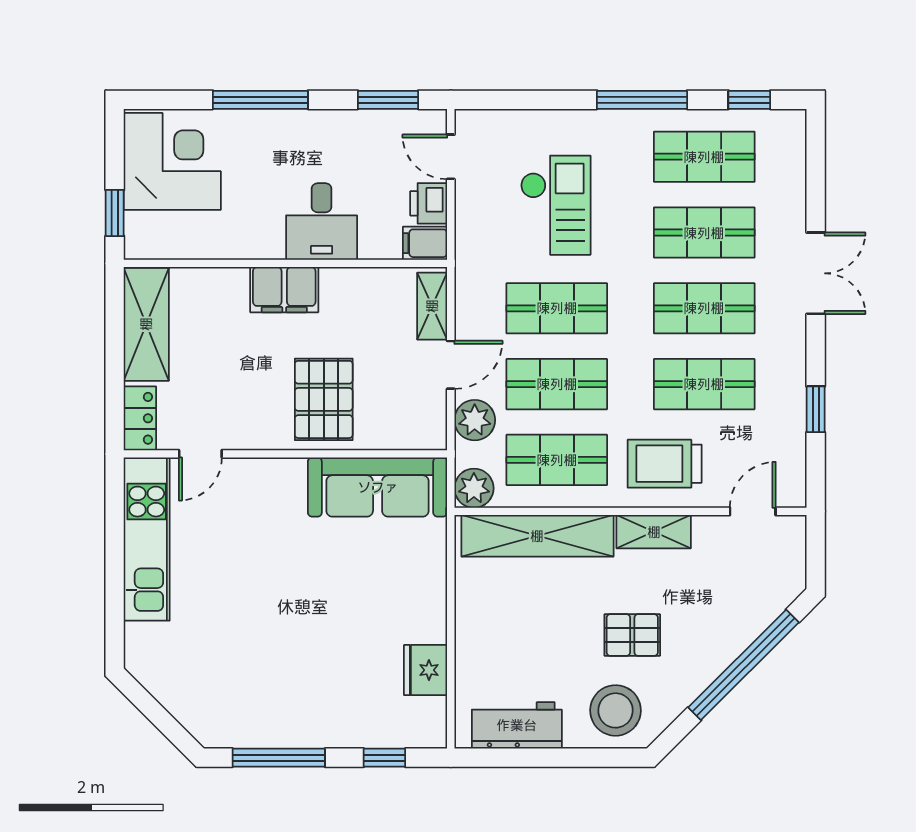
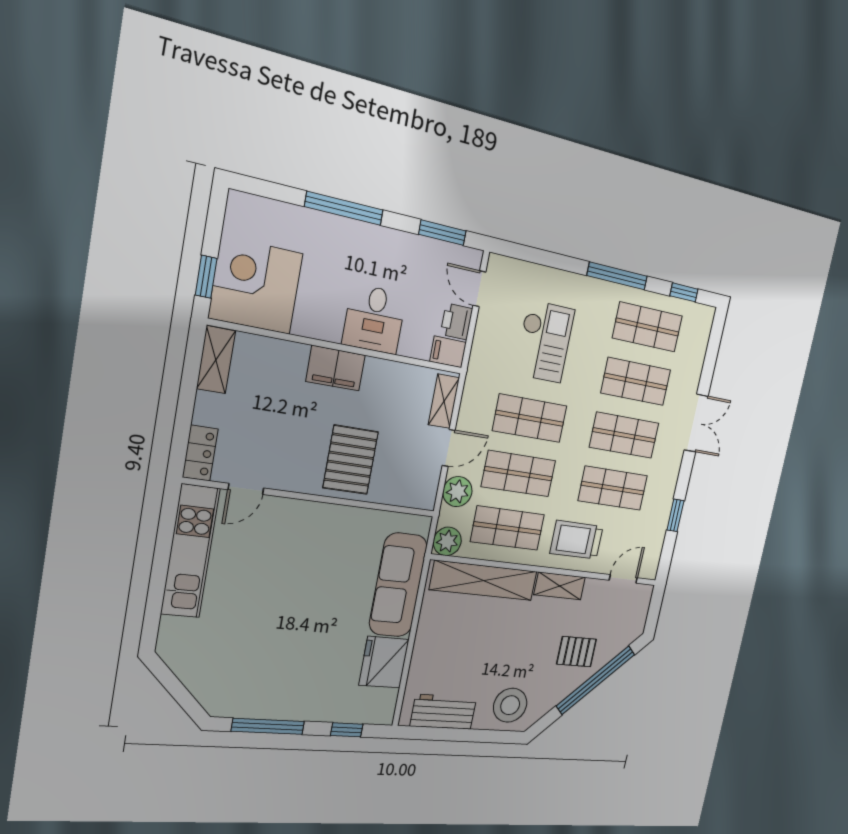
corner desk: (172, 161) -> (256, 286), moved, turned -90
shelving: (146, 324) -> (216, 360), width x0.67, depth x0.75
sofa: (378, 487) -> (398, 585), moved, turned 90
pallet: (632, 635) -> (577, 652), moved
fridge: (426, 670) -> (384, 662), width x1.36, depth x1.34

